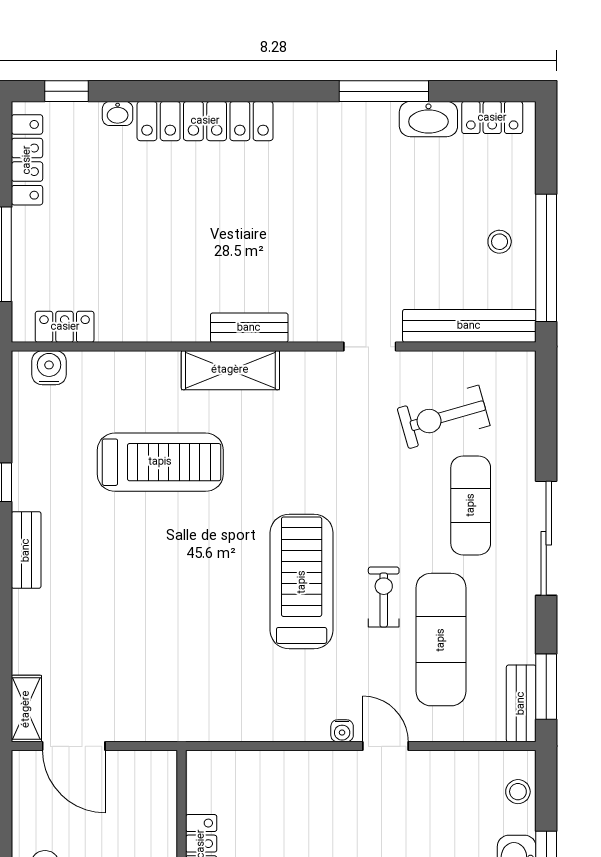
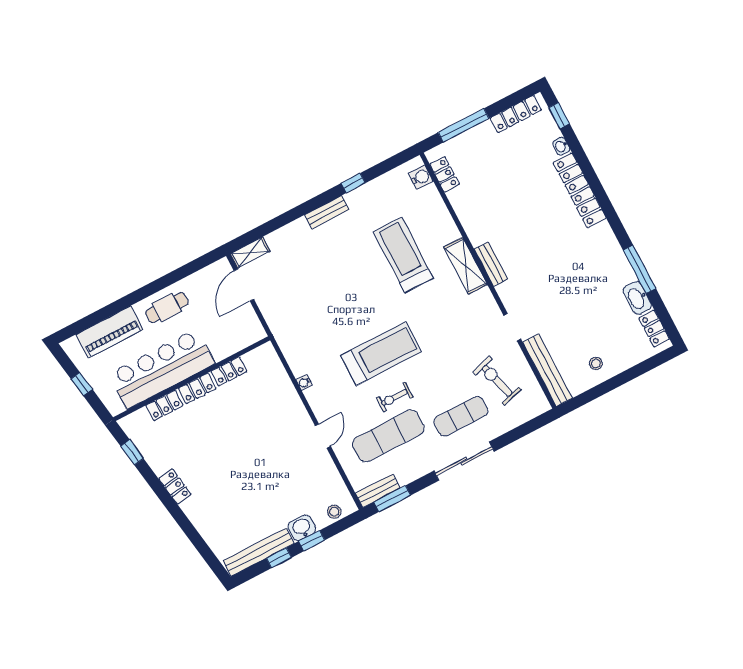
window: (546, 258) -> (600, 390), removed
treadmill: (160, 462) -> (403, 255), turned 180
exercise bike: (384, 597) -> (394, 397), turned 180
water cooler: (342, 731) -> (304, 382), moved

